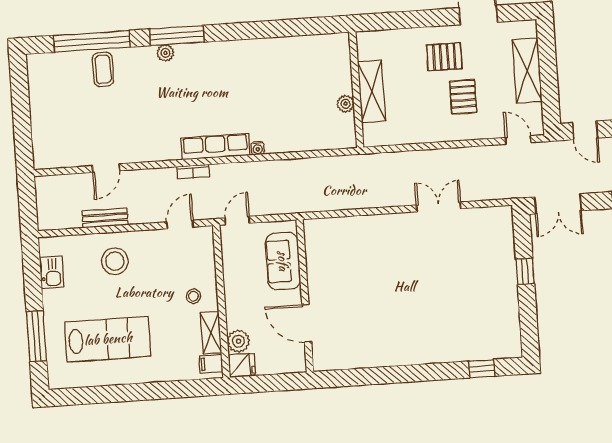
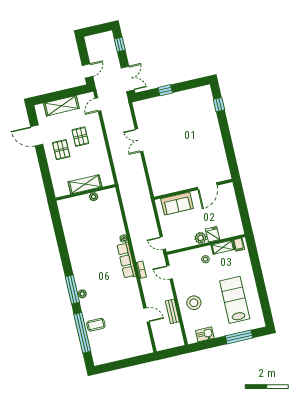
pallet: (463, 97) -> (80, 137), turned 90
sofa: (283, 261) -> (177, 204), moved
wall: (305, 296) -> (193, 189), moved
door: (307, 323) -> (207, 186), moved
plant: (238, 341) -> (201, 238), moved
fridge: (242, 365) -> (213, 234), moved

